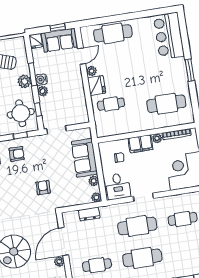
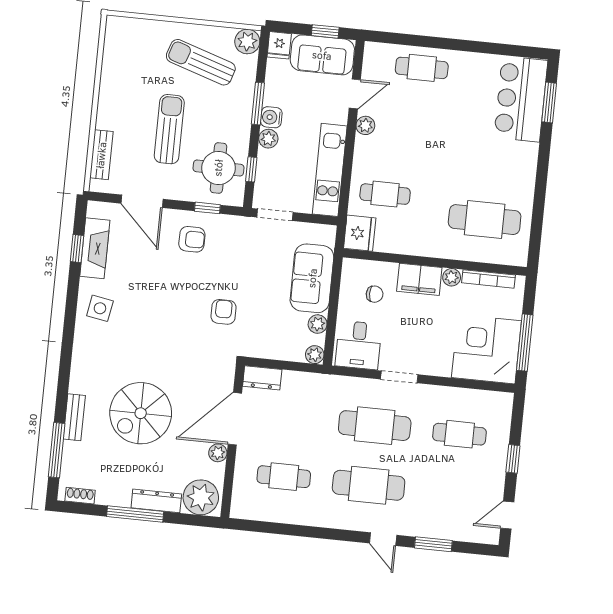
cafe table: (113, 33) -> (422, 68), width x0.73, depth x0.74
window: (190, 70) -> (549, 102), moved
plant: (24, 81) -> (247, 42), moved
fridge: (97, 85) -> (360, 233), moved
kitchen unit: (79, 99) -> (330, 170), added
dresser: (89, 214) -> (262, 378), moved

